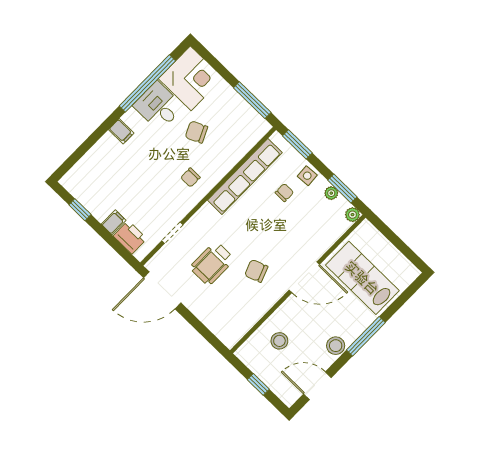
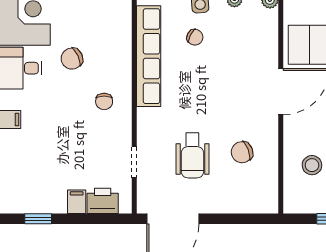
chair: (284, 193) -> (195, 37), turned 117
chair: (256, 271) -> (242, 152), moved

